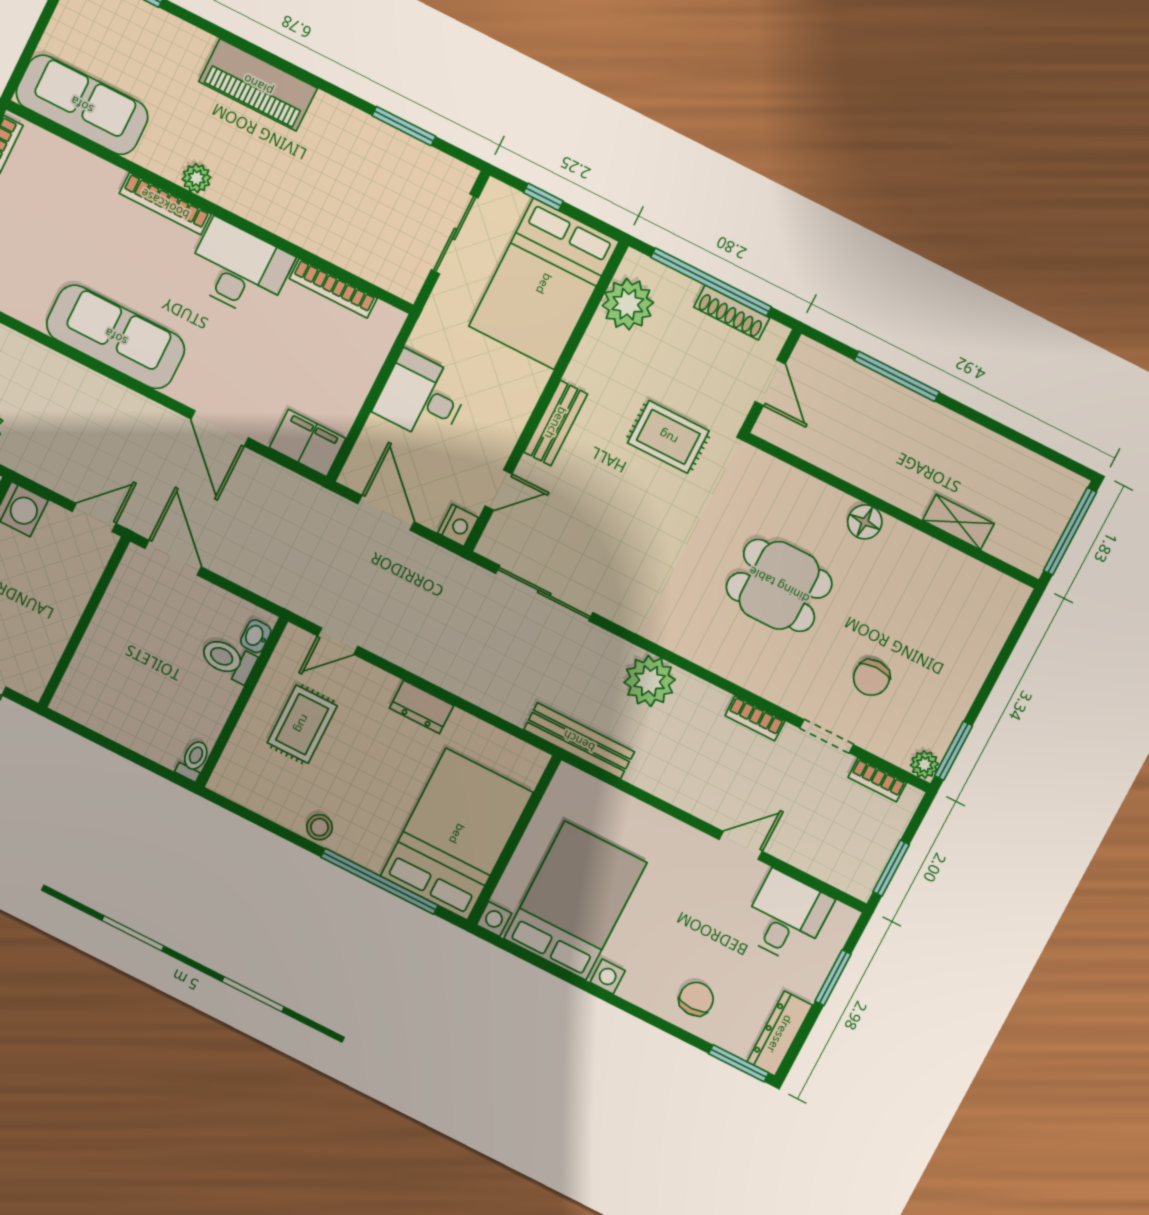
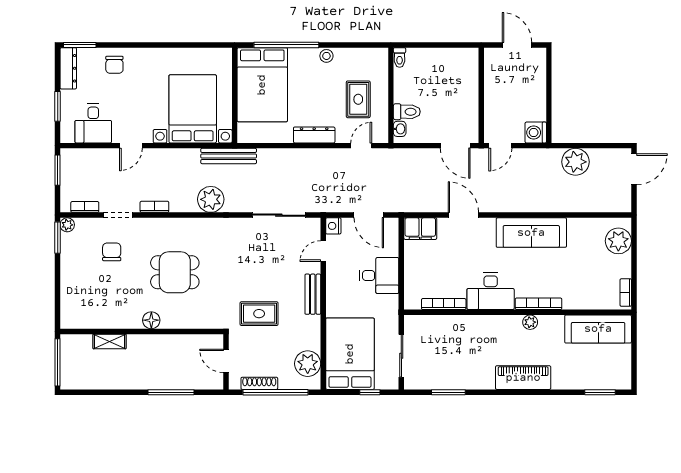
dresser: (422, 707) -> (314, 135), width x1.44
bed with nightstands: (575, 901) -> (193, 109), moved, turned 180

